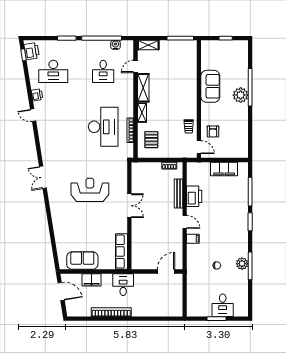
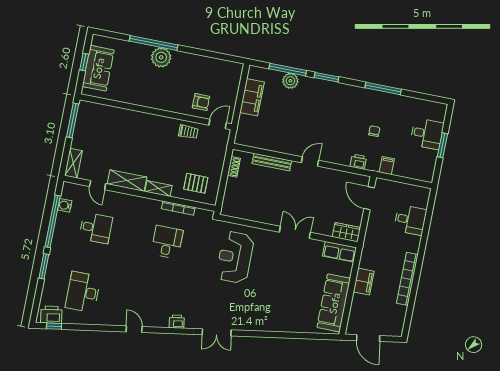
desk: (53, 71) -> (83, 292), turned 180
sofa: (210, 86) -> (98, 68), moved, turned 90
printer: (37, 95) -> (177, 322), moved
door: (33, 115) -> (134, 329), swing flipped
desk: (103, 127) -> (167, 242), width x0.53, depth x0.77
reception desk: (90, 190) -> (235, 257), moved
printer: (194, 196) -> (358, 162), moved, width x0.53, depth x0.68
double door: (129, 206) -> (295, 232), moved
filing cabinet: (193, 239) -> (387, 166), moved
row of seats: (122, 252) -> (340, 252), width x0.68
wardrobe: (137, 260) -> (346, 232), added
sofa: (82, 261) -> (334, 303), width x1.36
plant: (242, 264) -> (290, 81), moved
filing cabinet: (92, 280) -> (364, 282), moved
desk: (123, 285) -> (410, 220), moved, turned 180
door: (61, 292) -> (368, 338), swing flipped

